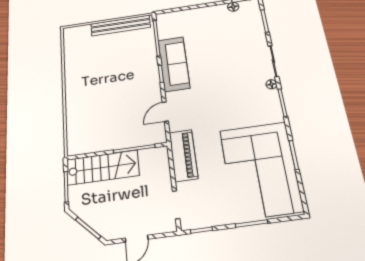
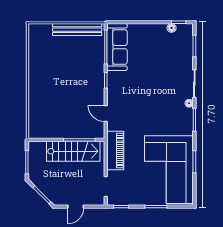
sofa: (174, 64) -> (117, 47), moved
door: (165, 112) -> (106, 113), hinge flipped
stairs: (103, 168) -> (73, 151), moved

